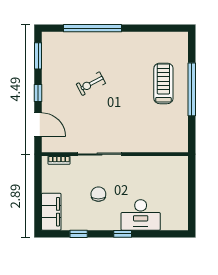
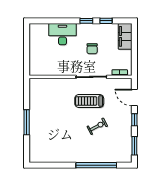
treadmill: (163, 83) -> (89, 101), moved, turned 90
window: (192, 89) -> (27, 122), width x0.68
window: (123, 234) -> (86, 21), moved

